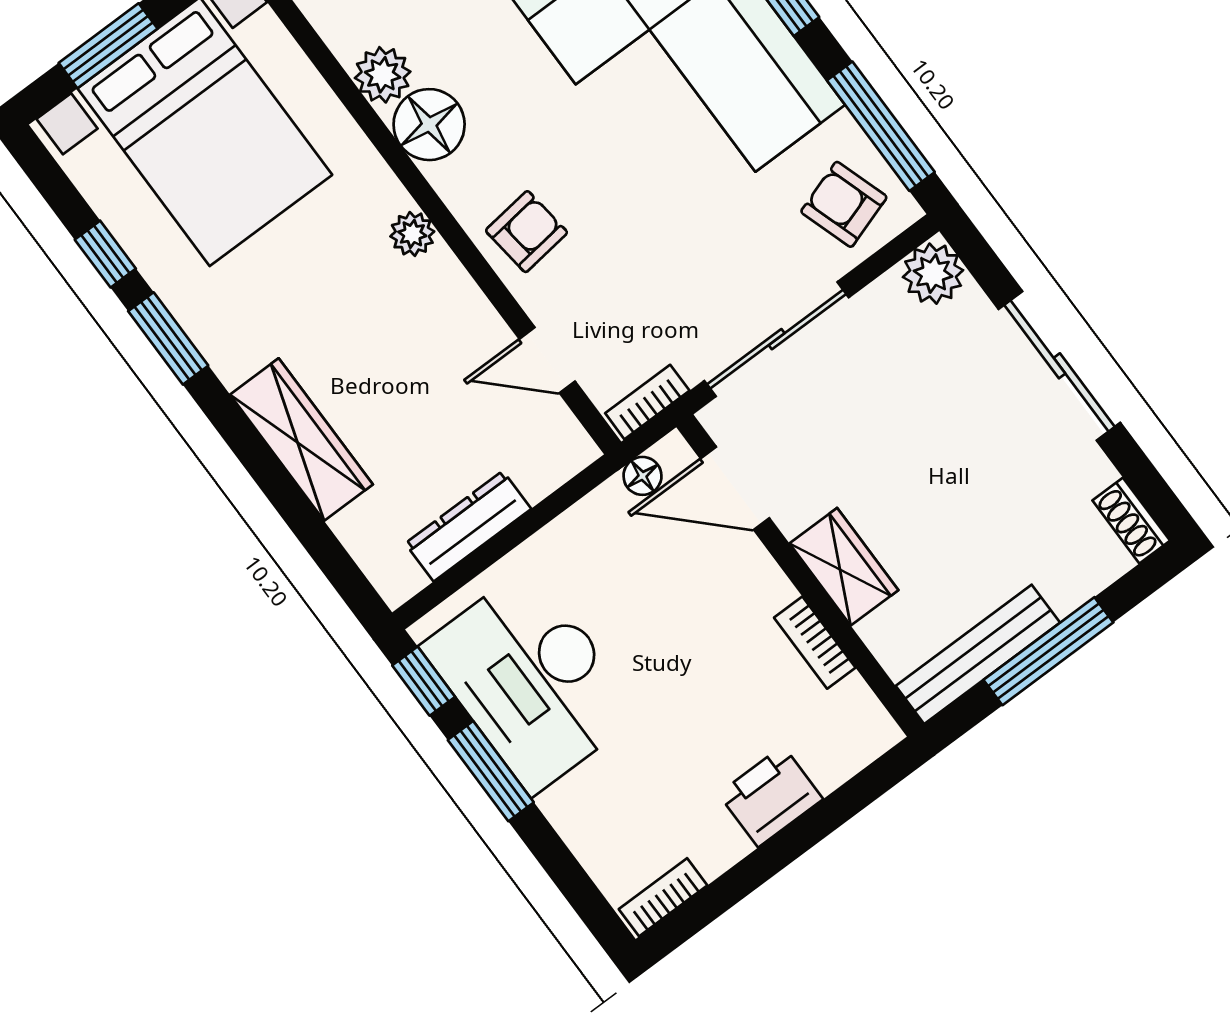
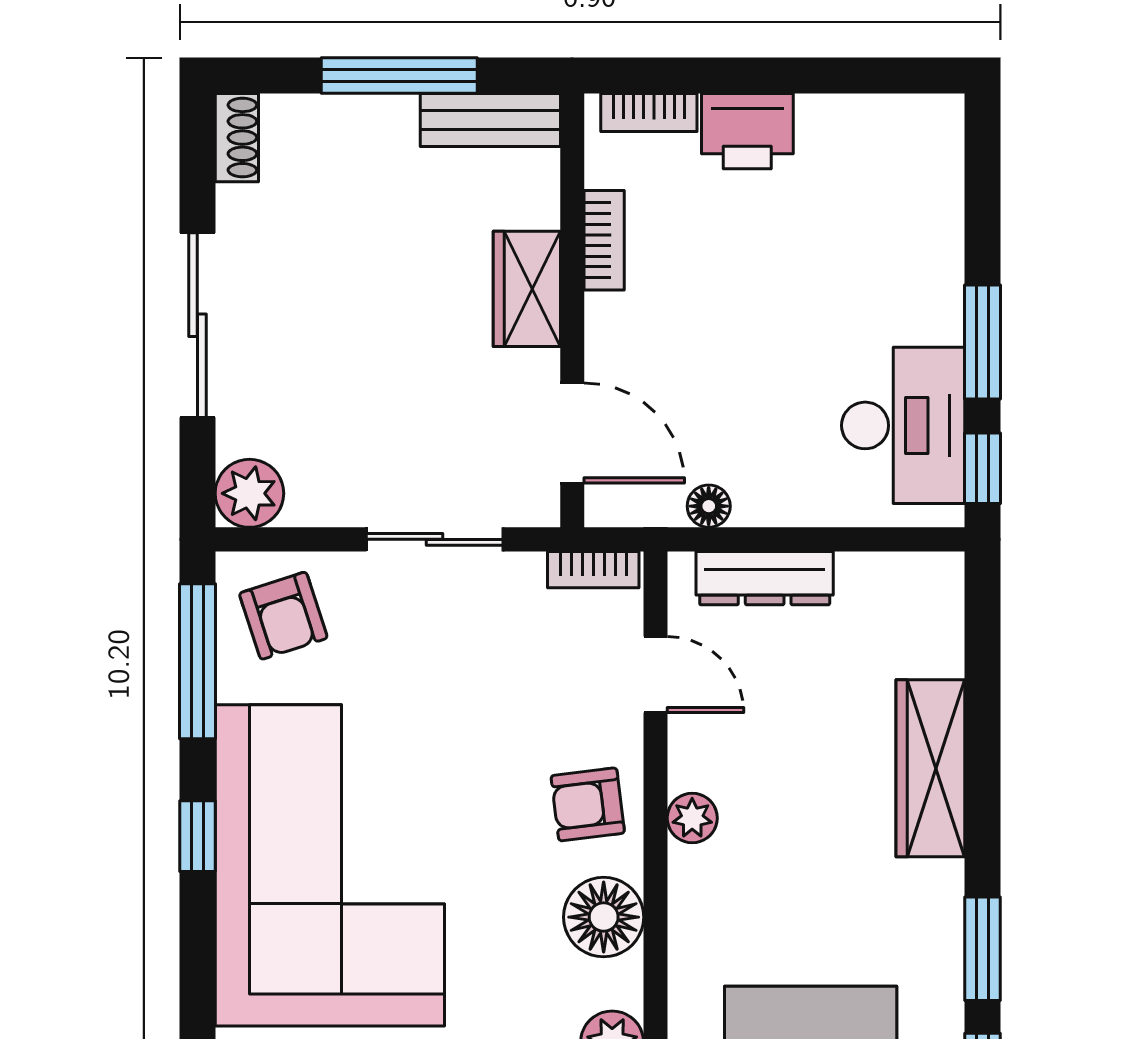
floor lamp: (429, 125) -> (604, 917), moved
plant: (412, 234) -> (692, 818), moved
sliding door: (777, 339) -> (435, 539), width x0.73
floor lamp: (642, 476) -> (709, 506), moved
dresser: (468, 526) -> (765, 578), moved
bench: (978, 654) -> (490, 120), width x0.73
desk: (531, 680) -> (903, 425), width x0.73, depth x0.77
bookcase: (663, 897) -> (649, 112), moved

